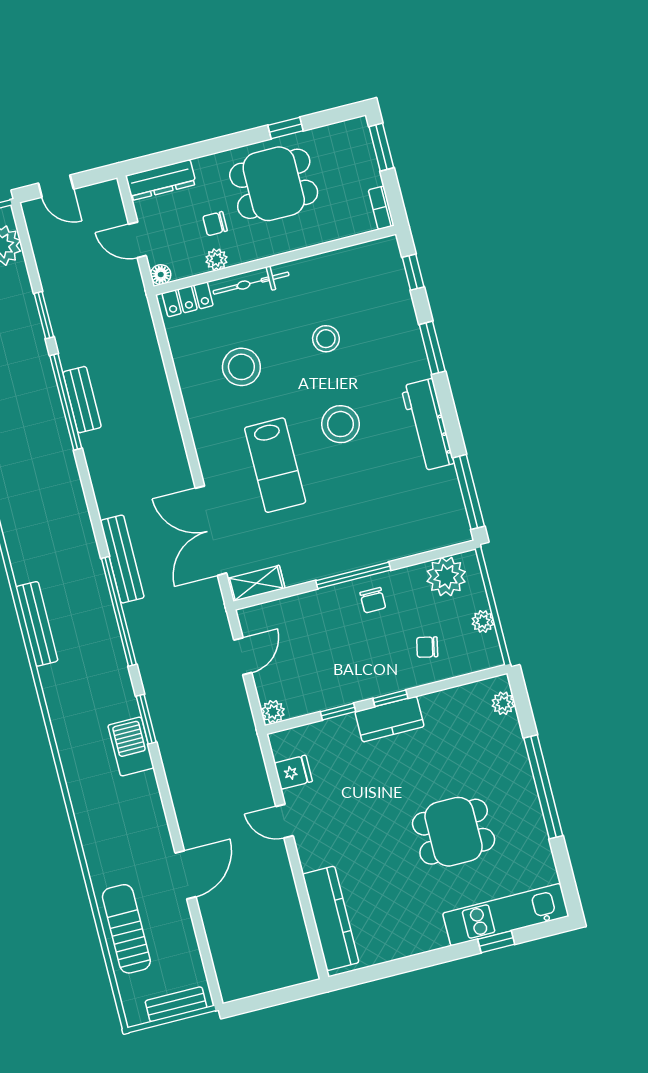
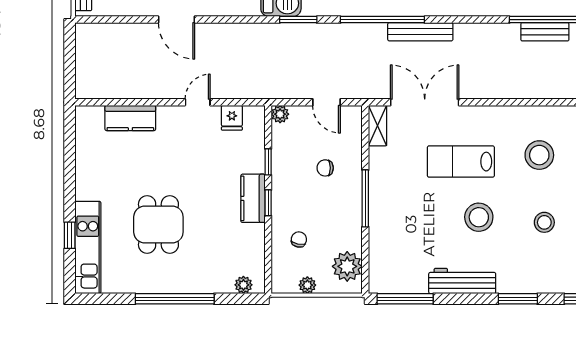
chair: (373, 600) -> (325, 168), moved
kitchen counter: (331, 918) -> (130, 118), width x0.67

